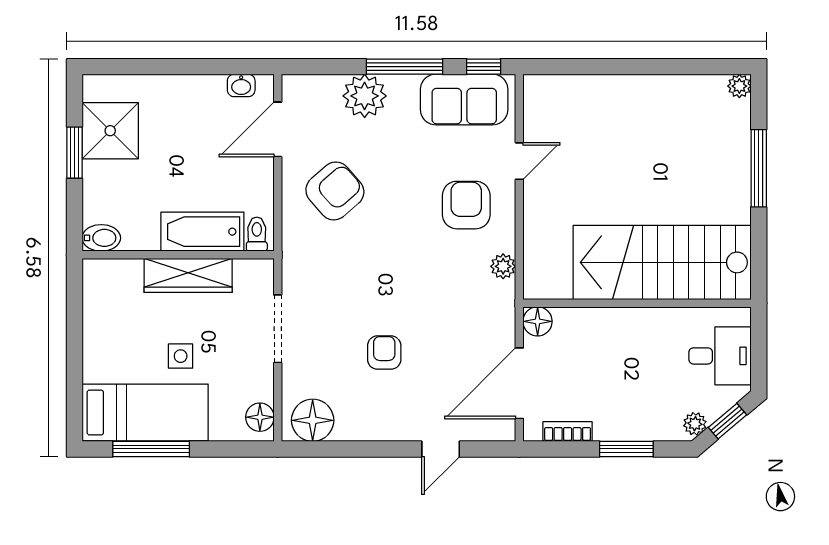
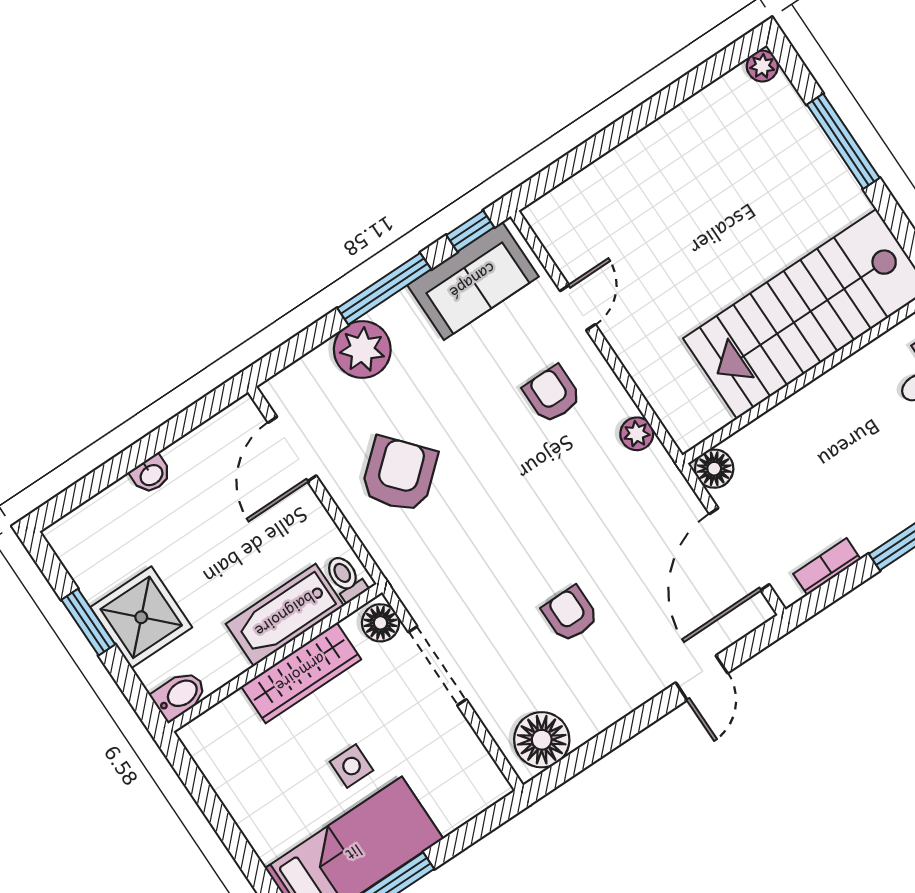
washbasin: (241, 85) -> (151, 474), moved
shower: (110, 131) -> (141, 617), moved
armchair: (466, 205) -> (552, 394), width x0.72, depth x0.72
floor lamp: (260, 417) -> (381, 623), moved

